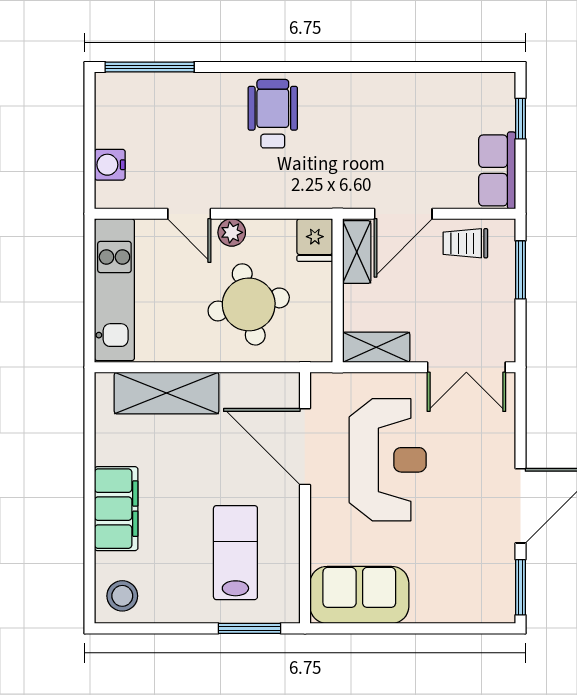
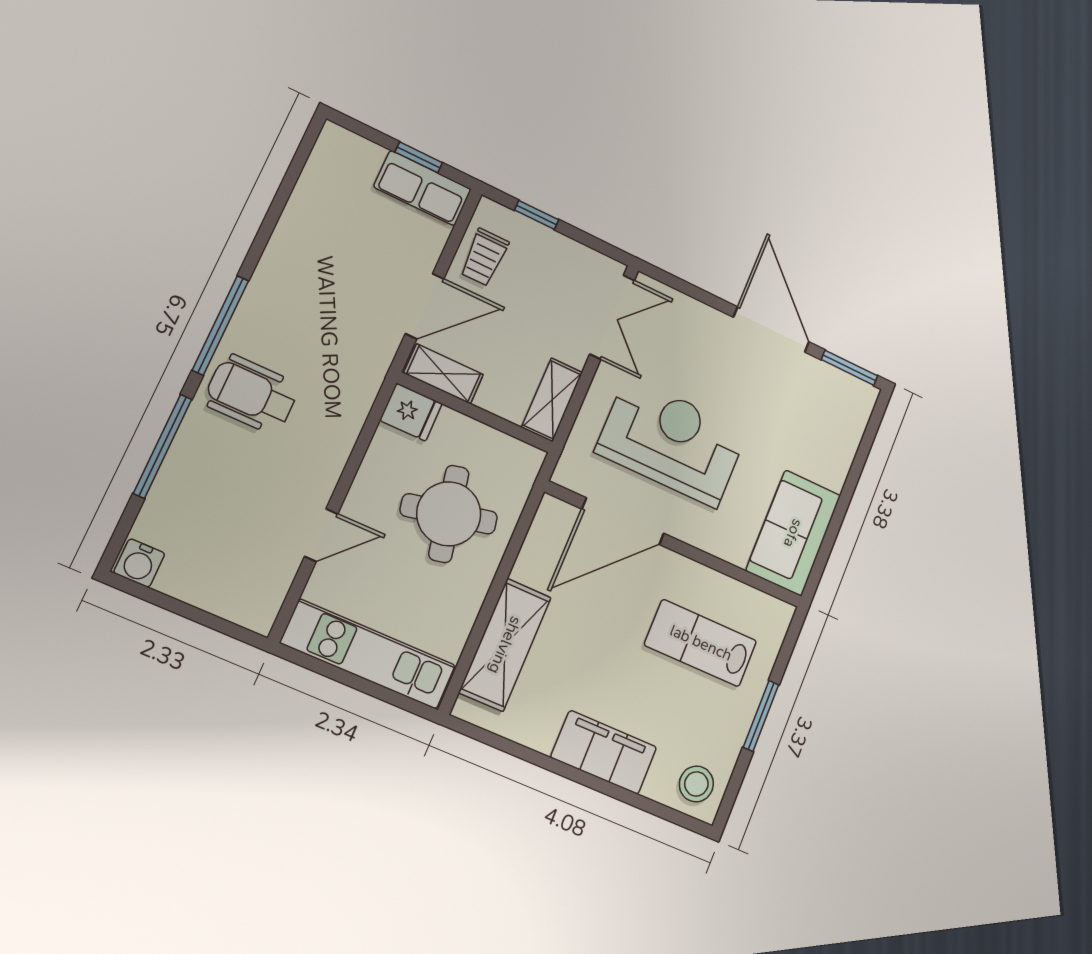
window: (150, 67) -> (163, 446), moved
window: (314, 67) -> (220, 325), added
window: (520, 119) -> (419, 157), moved
water cooler: (110, 165) -> (139, 563), moved
door: (403, 214) -> (425, 306), hinge flipped
plant: (232, 232) -> (363, 497), removed
window: (520, 270) -> (537, 215), width x0.67
window: (249, 628) -> (761, 716), moved

